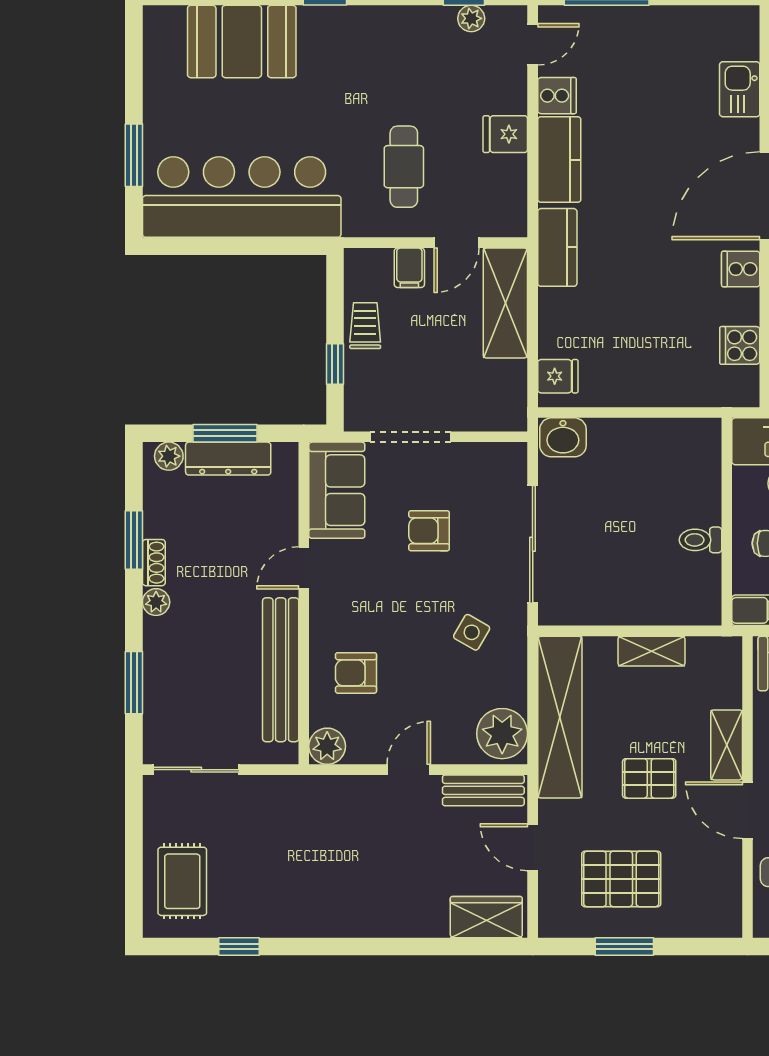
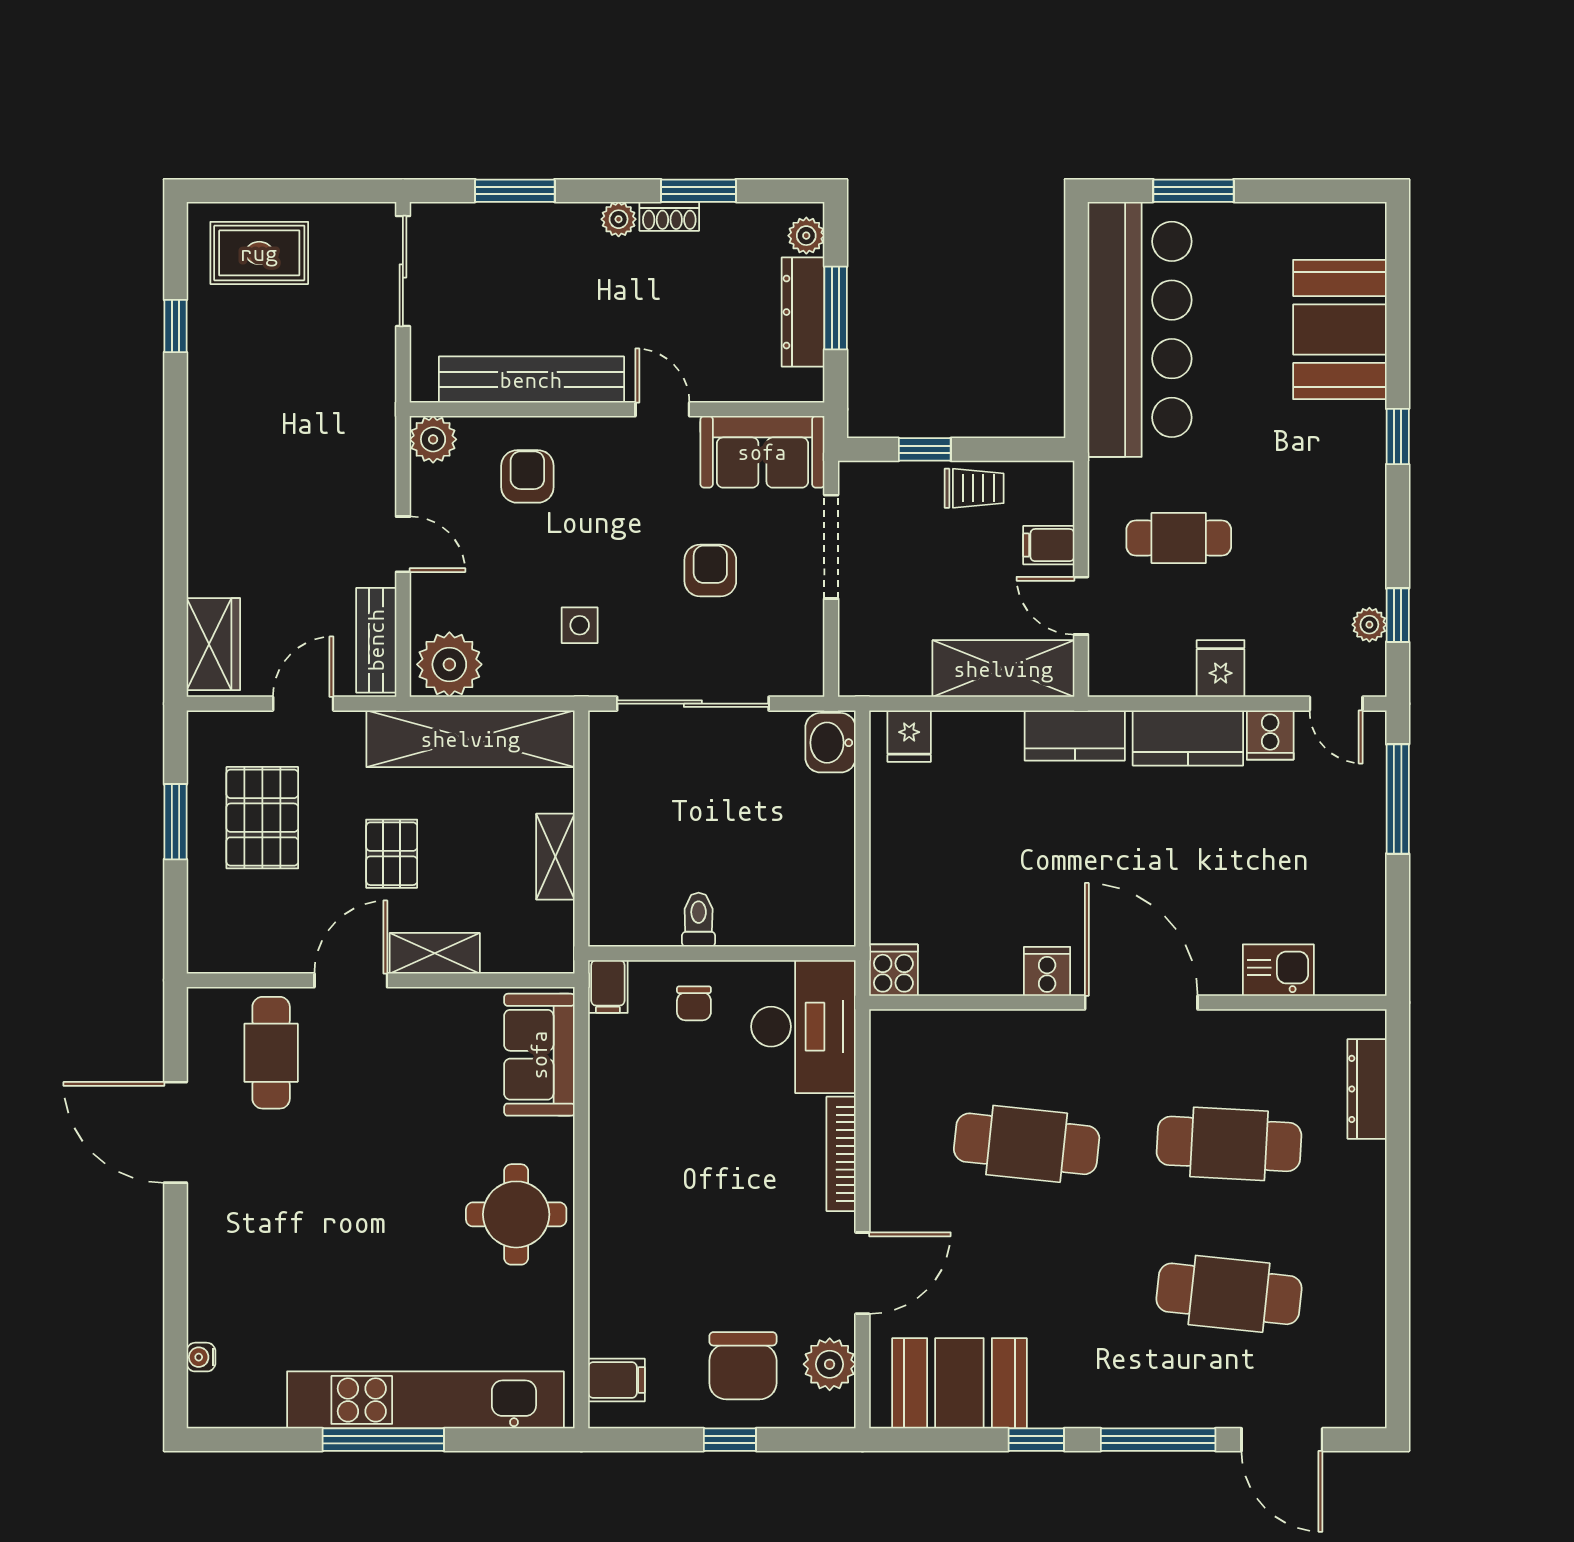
cooker: (740, 345) -> (893, 970), moved
side table: (472, 632) -> (580, 625), turned -30

